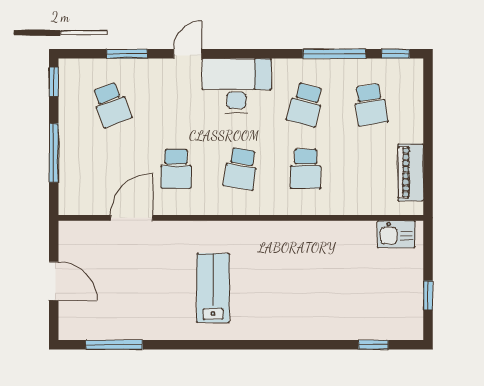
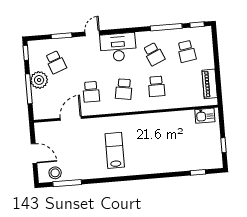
school desk: (306, 105) -> (154, 54), turned -39
plant: (75, 137) -> (39, 80), added
stool: (92, 323) -> (55, 173), added

